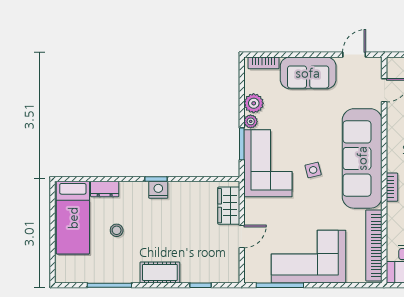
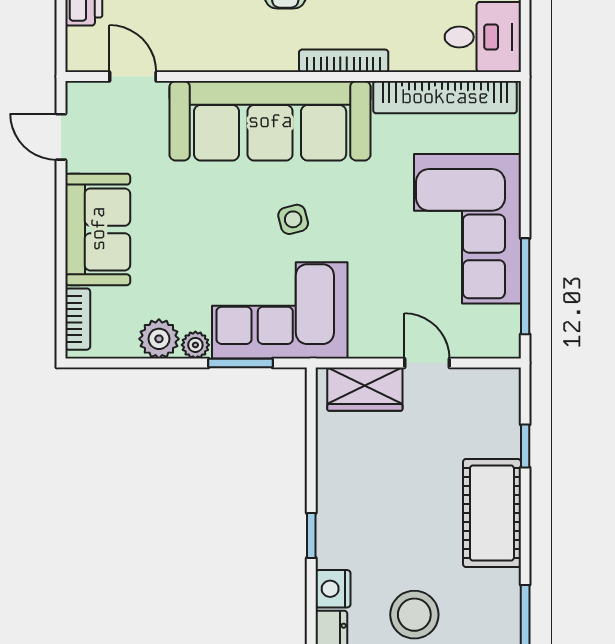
bookcase: (392, 187) -> (344, 61), width x1.56
nightstand: (158, 190) -> (333, 589), moved
stool: (117, 230) -> (414, 615), width x1.89, depth x1.89
cot: (160, 272) -> (492, 513), width x1.37, depth x1.34

